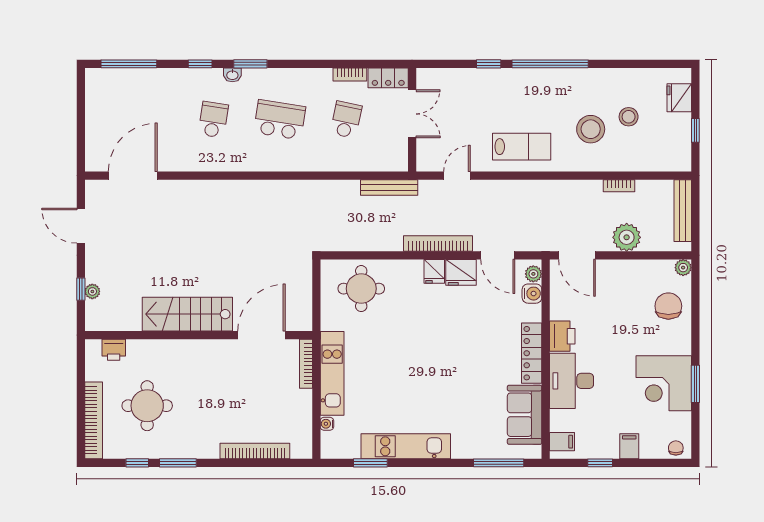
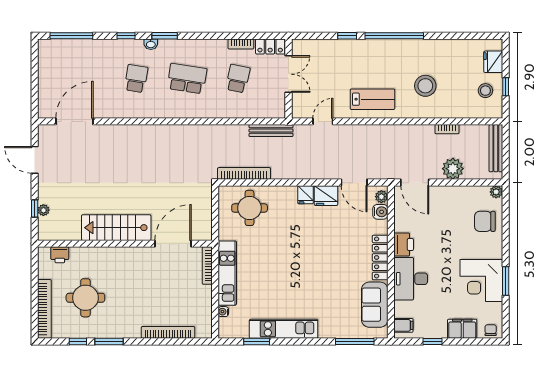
stool: (629, 117) -> (485, 91), moved
bookcase: (438, 244) -> (244, 173), moved
chair: (668, 306) -> (485, 221), turned -90
filing cabinet: (629, 446) -> (462, 329), width x2.00

